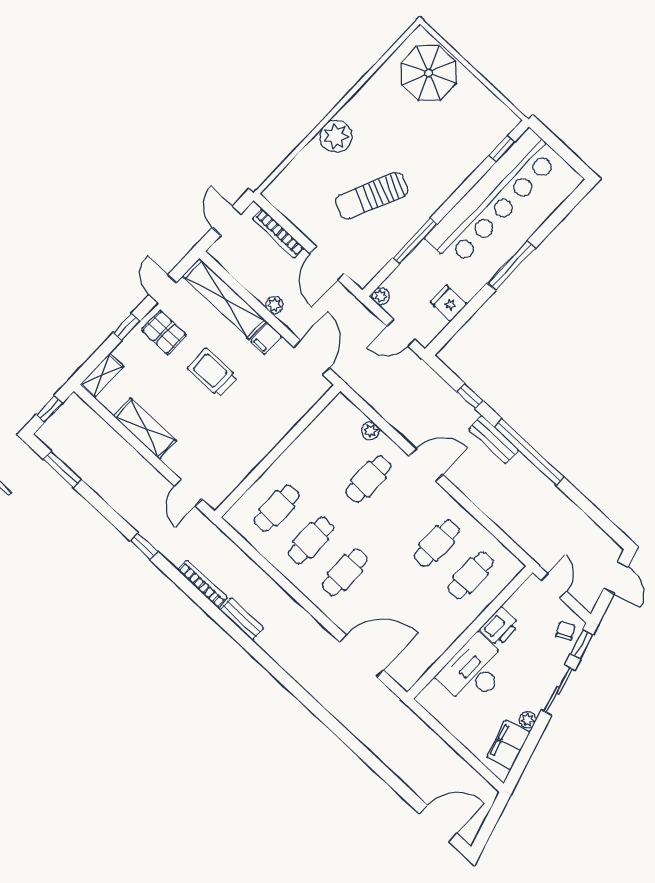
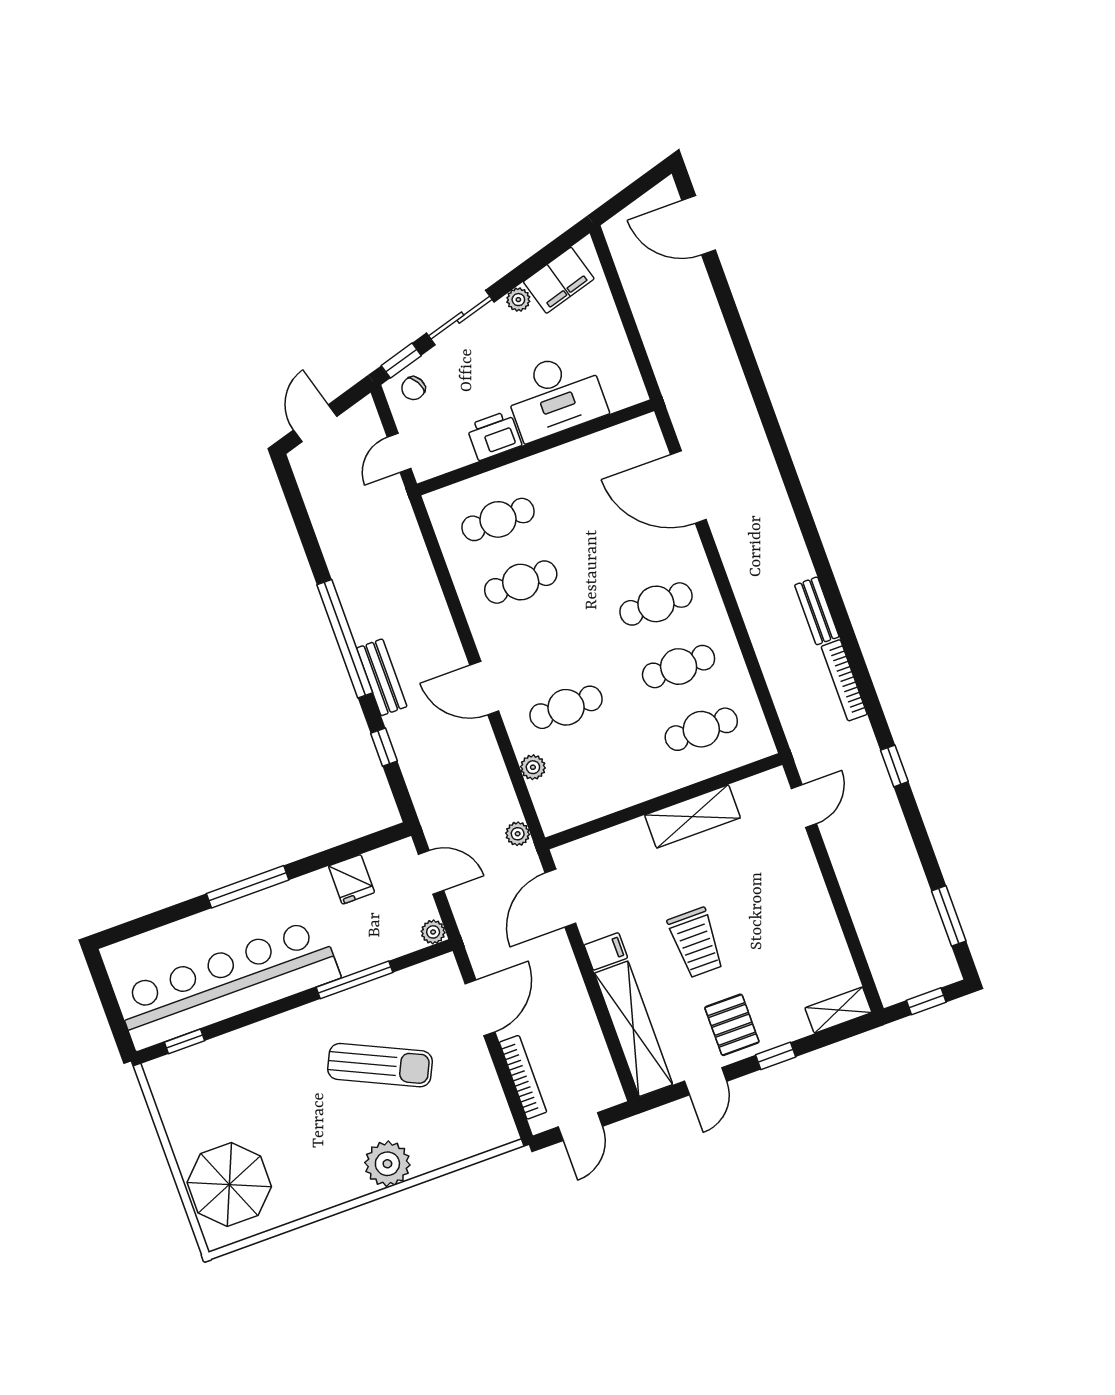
plant: (274, 305) -> (518, 834), moved
shelving: (145, 429) -> (693, 816), moved, turned 90

